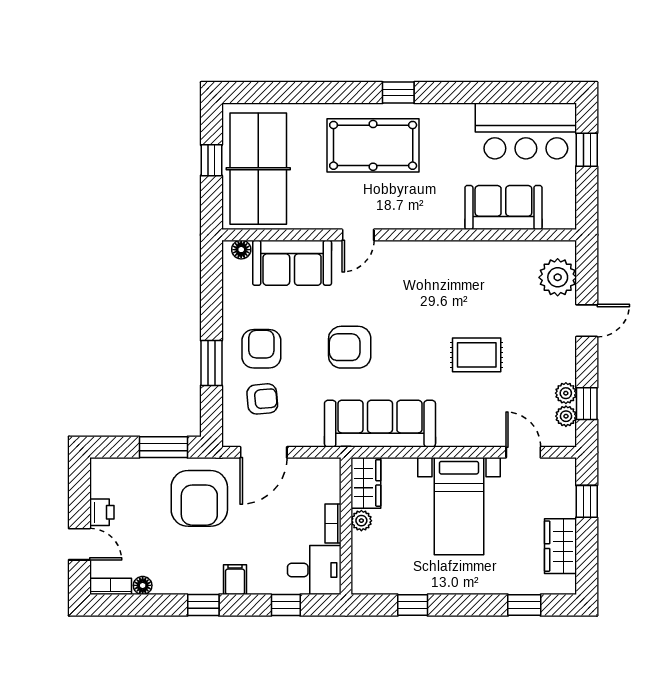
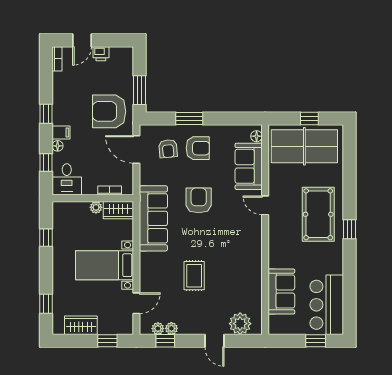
bookcase: (333, 524) -> (110, 191), moved
floor lamp: (143, 585) -> (58, 146), moved

